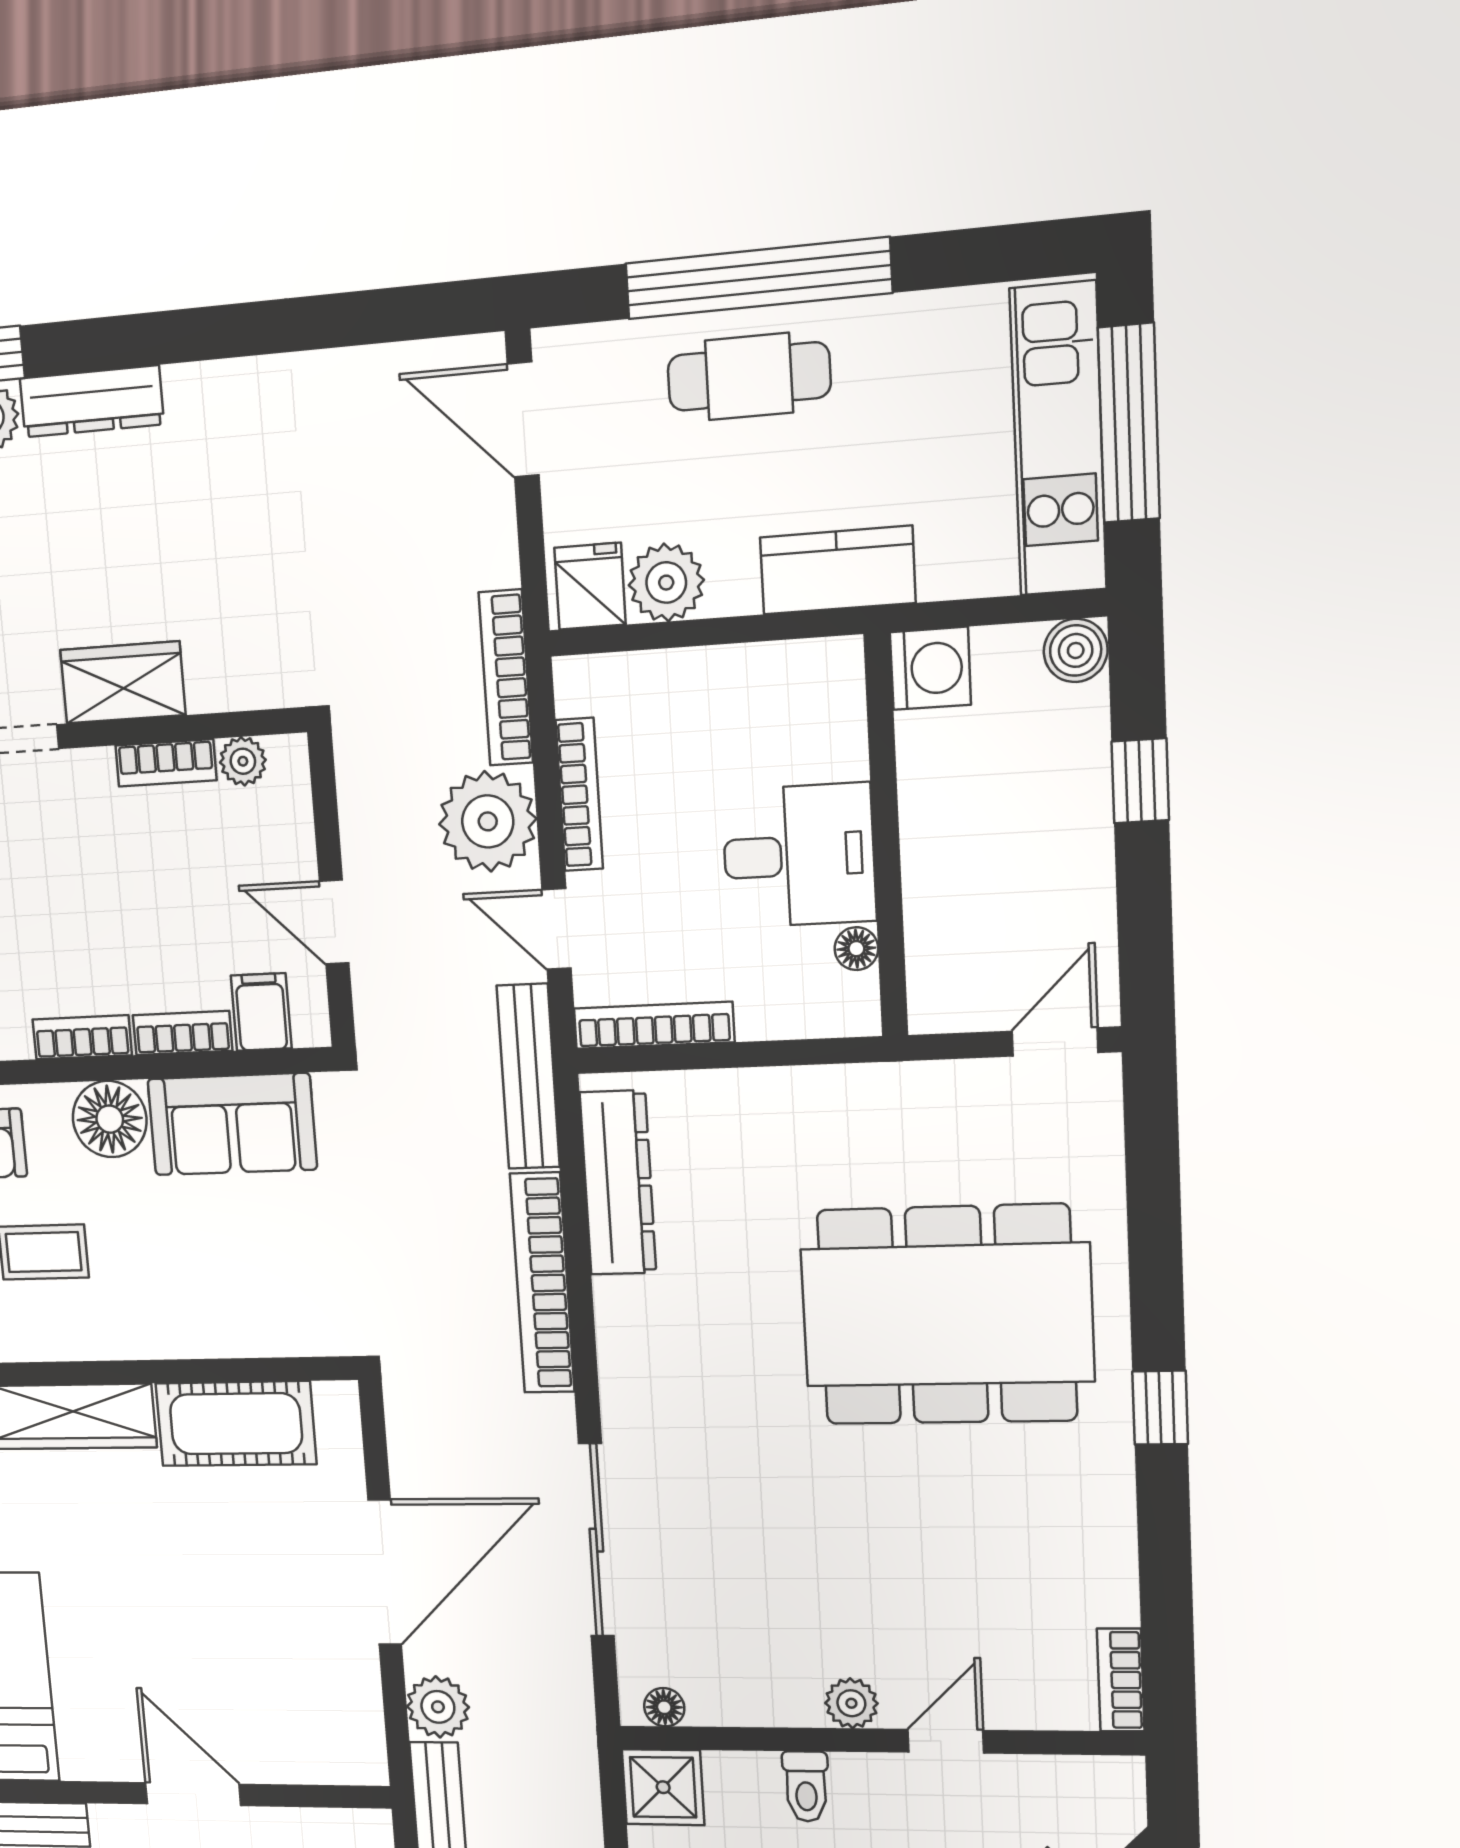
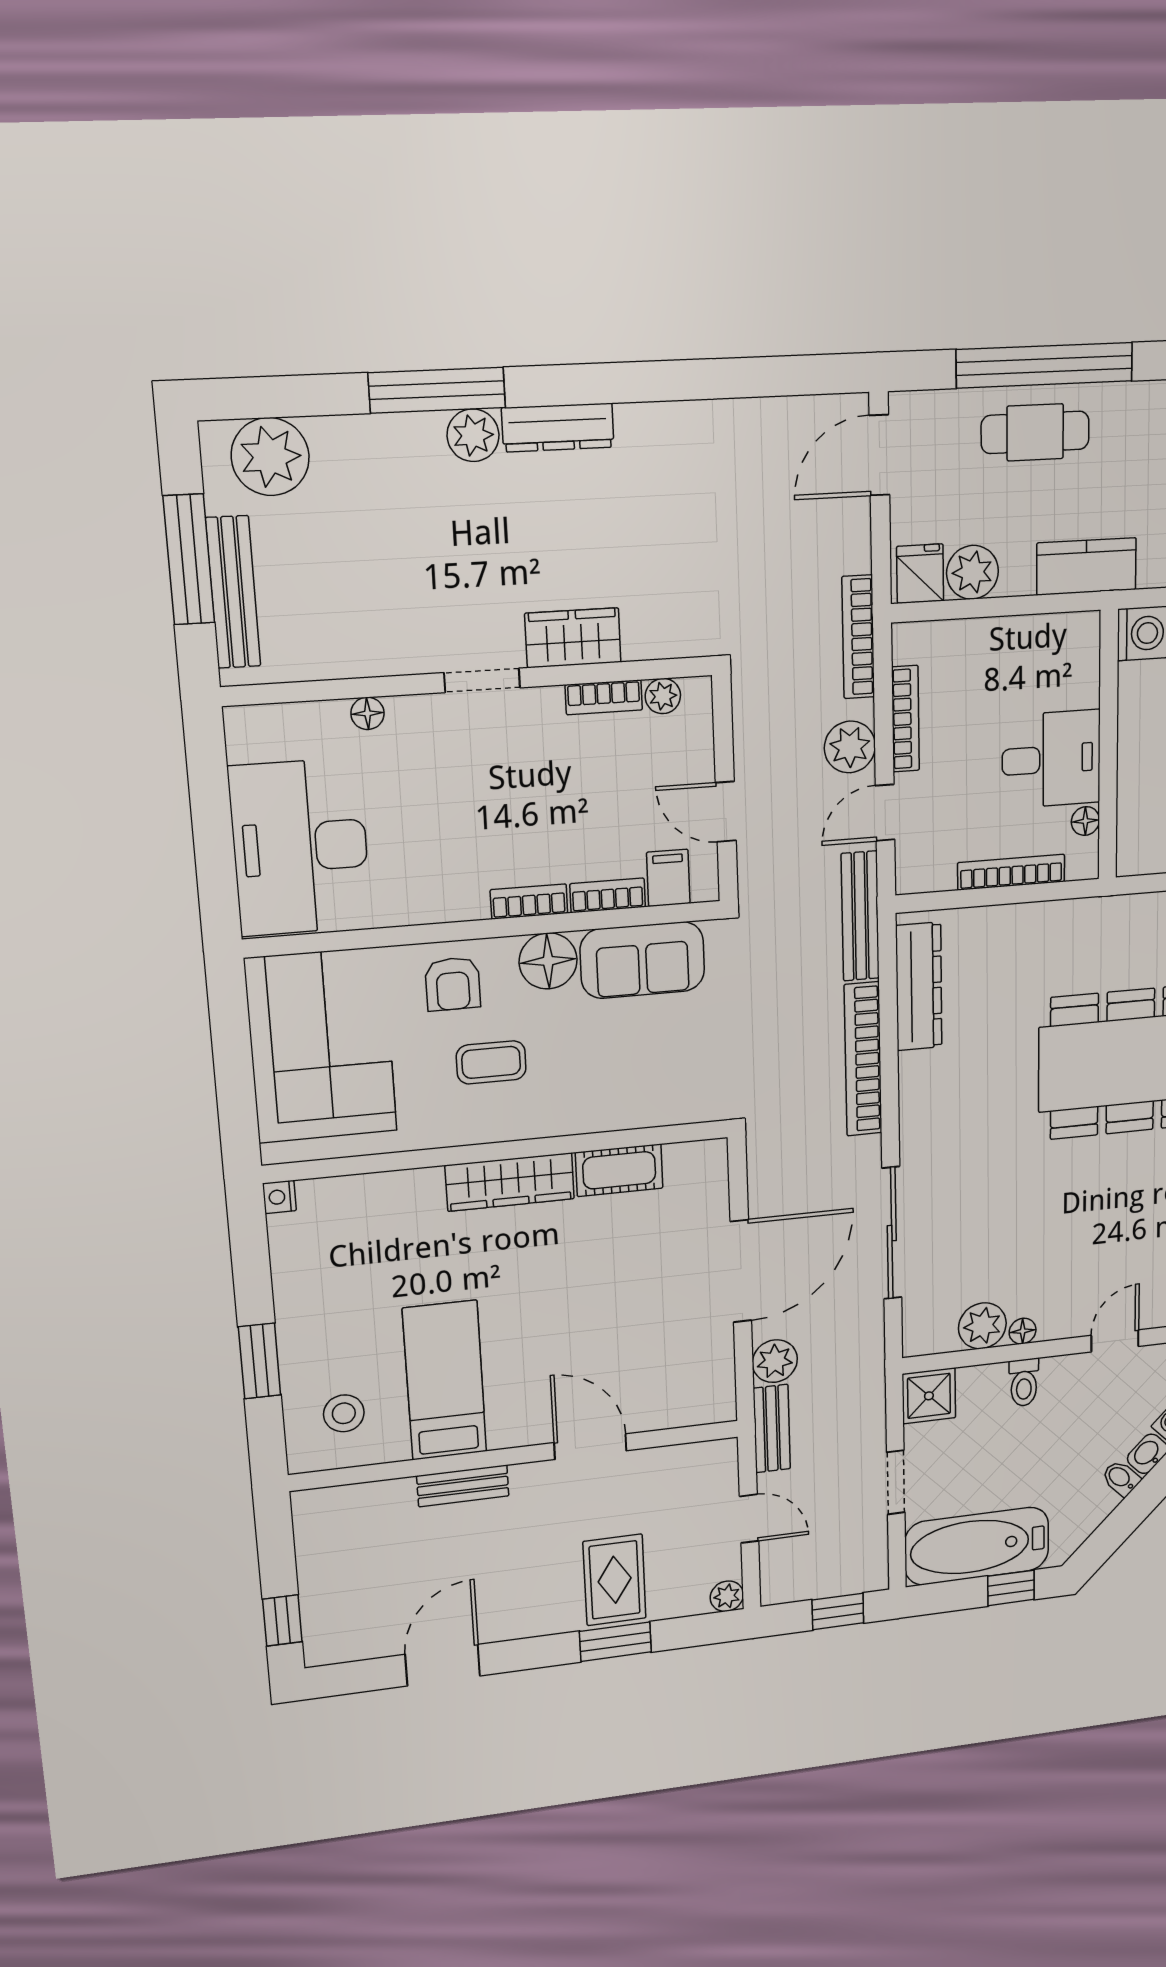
door: (523, 420) -> (879, 455), hinge flipped
plant: (488, 821) -> (850, 747), width x0.73, depth x0.73
door: (556, 929) -> (885, 813), hinge flipped
bookcase: (654, 1025) -> (1011, 872), moved
cot: (236, 1424) -> (619, 1170), width x0.73, depth x0.75
plant: (851, 1703) -> (982, 1326), moved, width x1.38, depth x1.38
floor lamp: (664, 1707) -> (1023, 1331), moved

